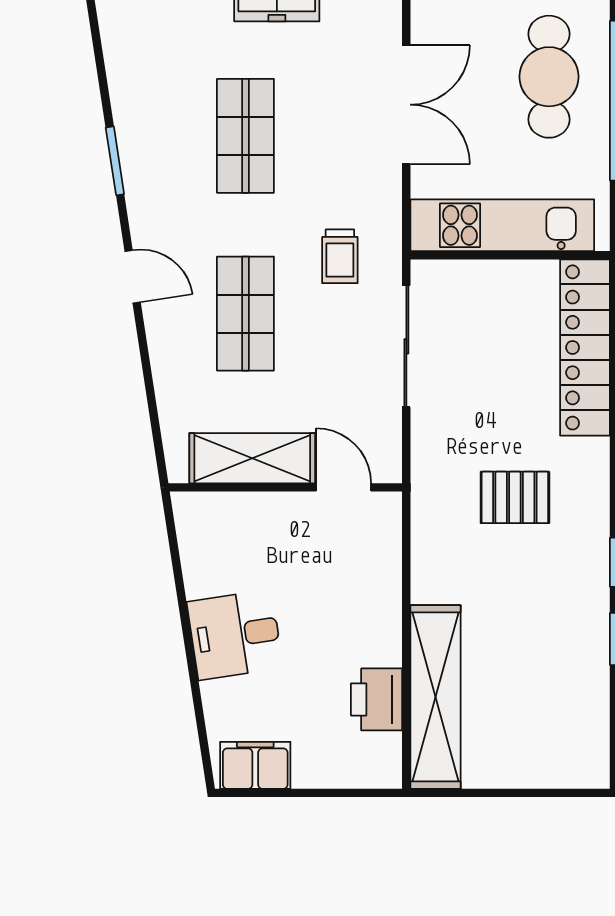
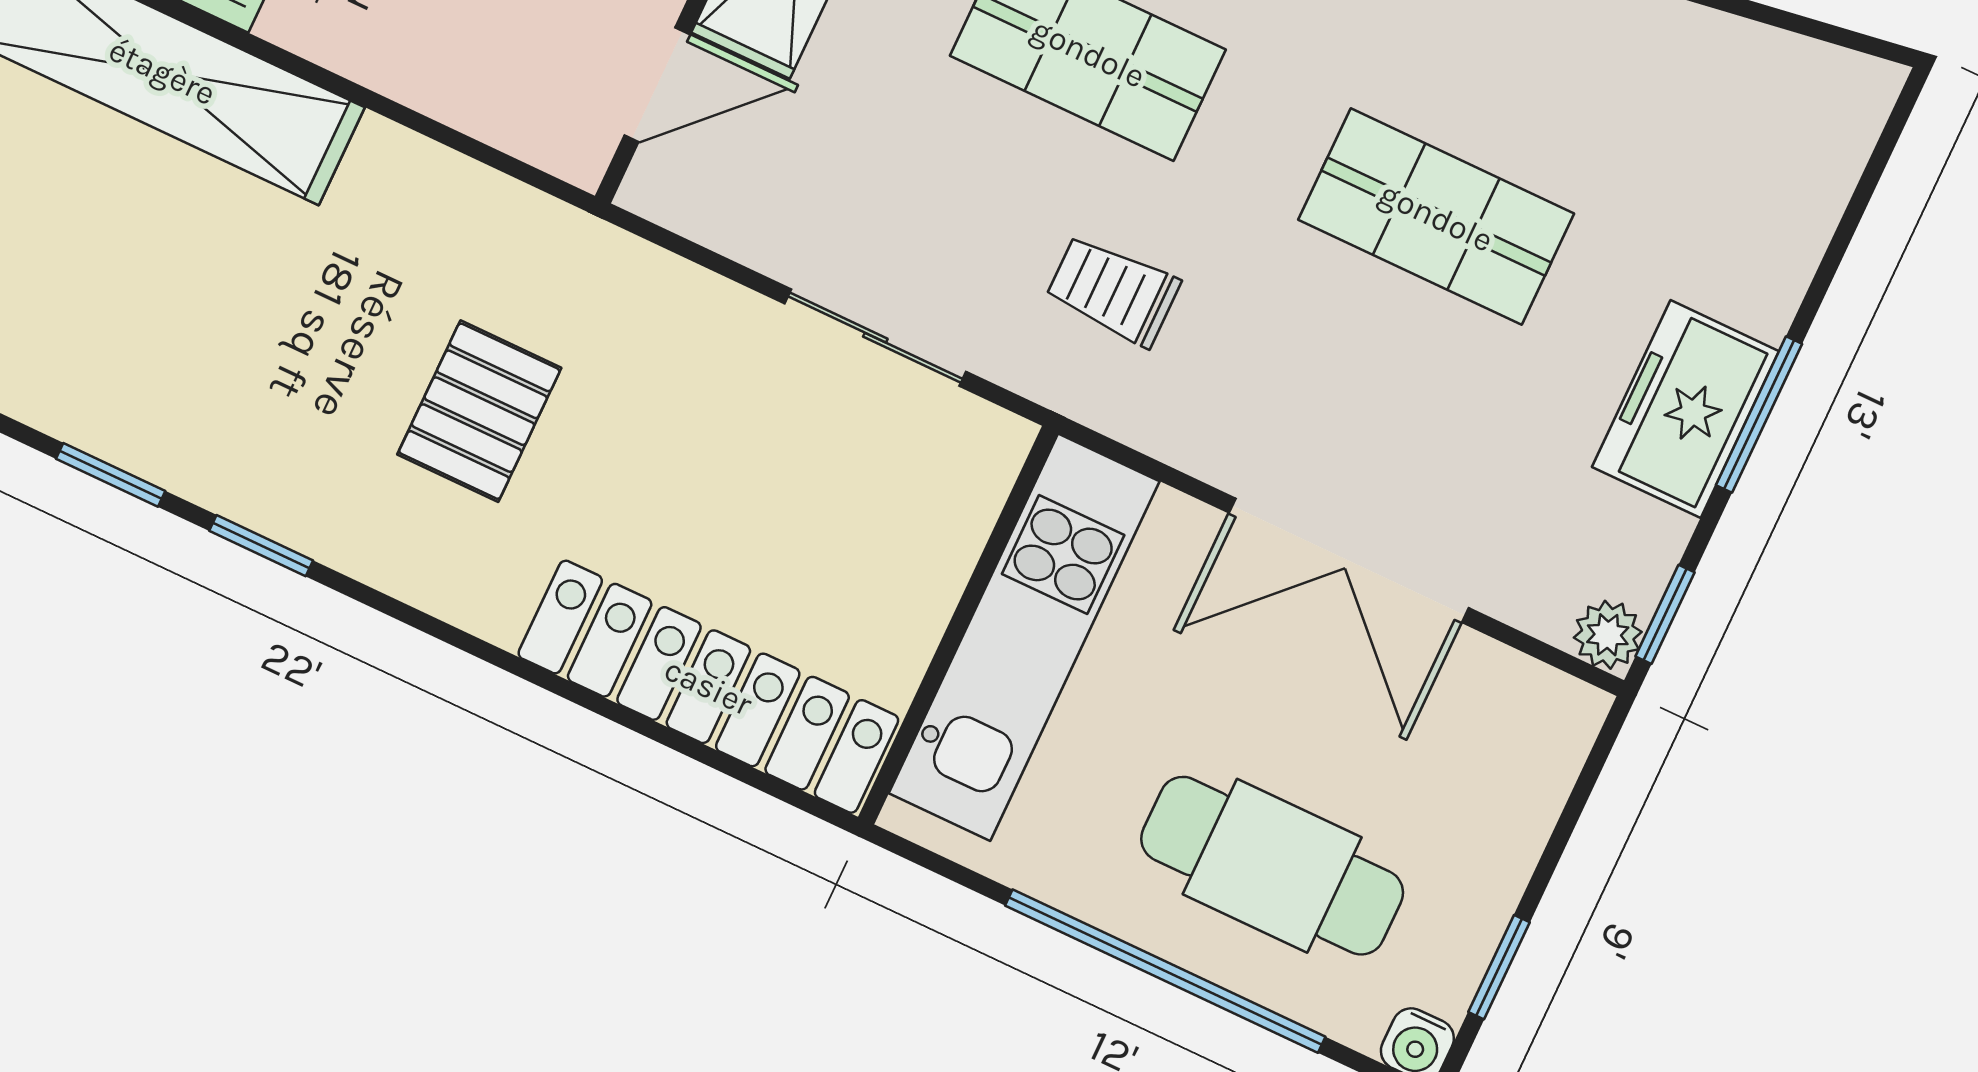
sliding door: (406, 346) -> (875, 338), width x0.73

